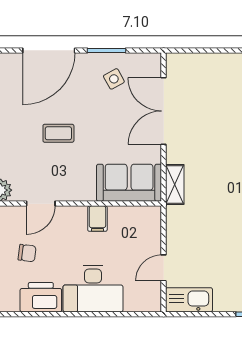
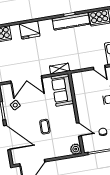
filing cabinet: (97, 219) -> (81, 102), removed

